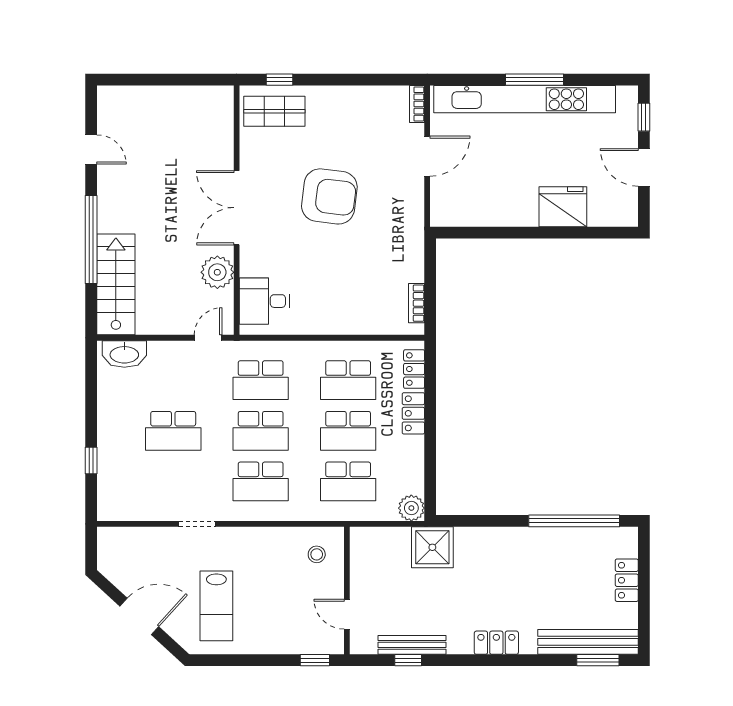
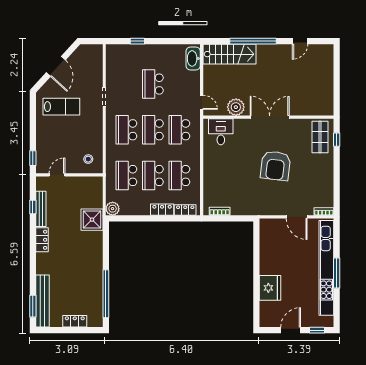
lab bench: (216, 606) -> (61, 107), turned 180
locker: (496, 643) -> (42, 240), moved

